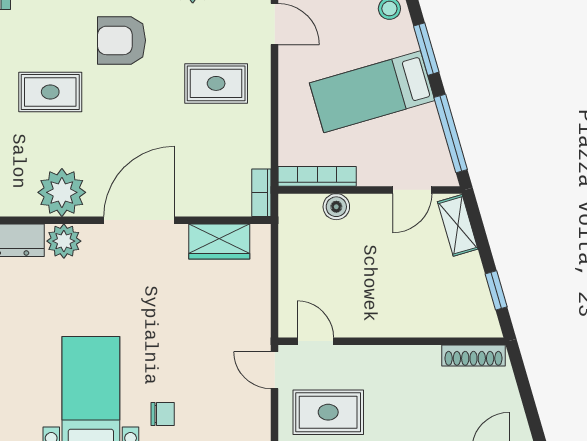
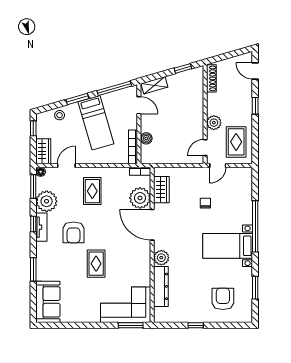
plant: (62, 192) -> (140, 198), moved
plant: (372, 361) -> (214, 123), added
chair: (163, 414) -> (205, 203), moved

